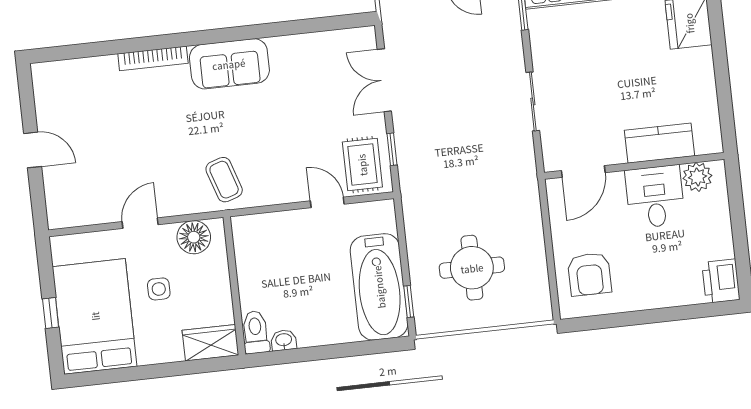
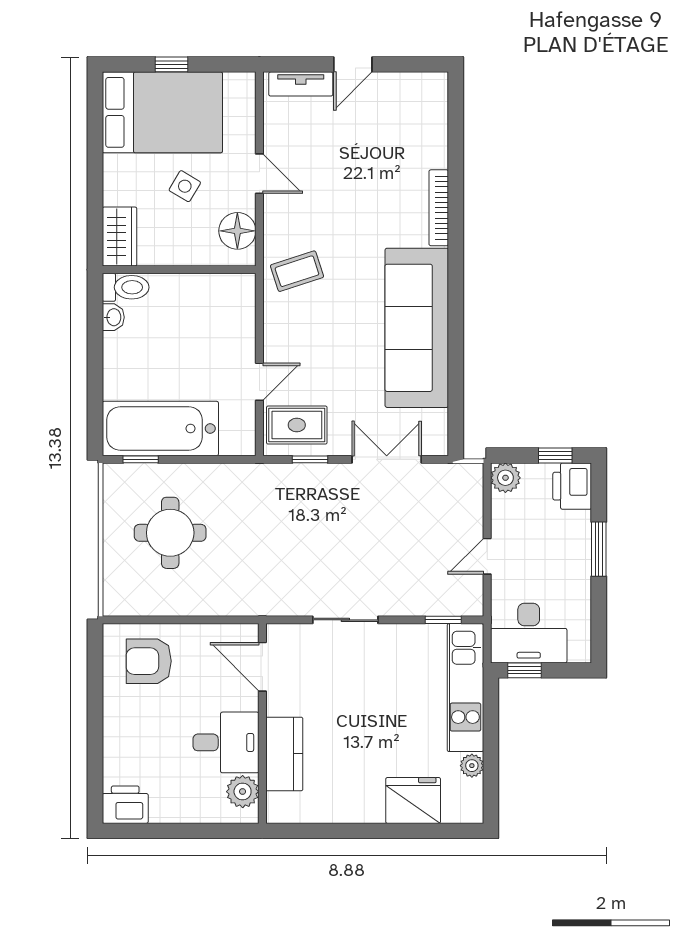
sofa: (229, 64) -> (417, 328), width x1.85, depth x1.27
tv unit: (55, 195) -> (301, 84), added
side table: (159, 289) -> (185, 186), turned 31

